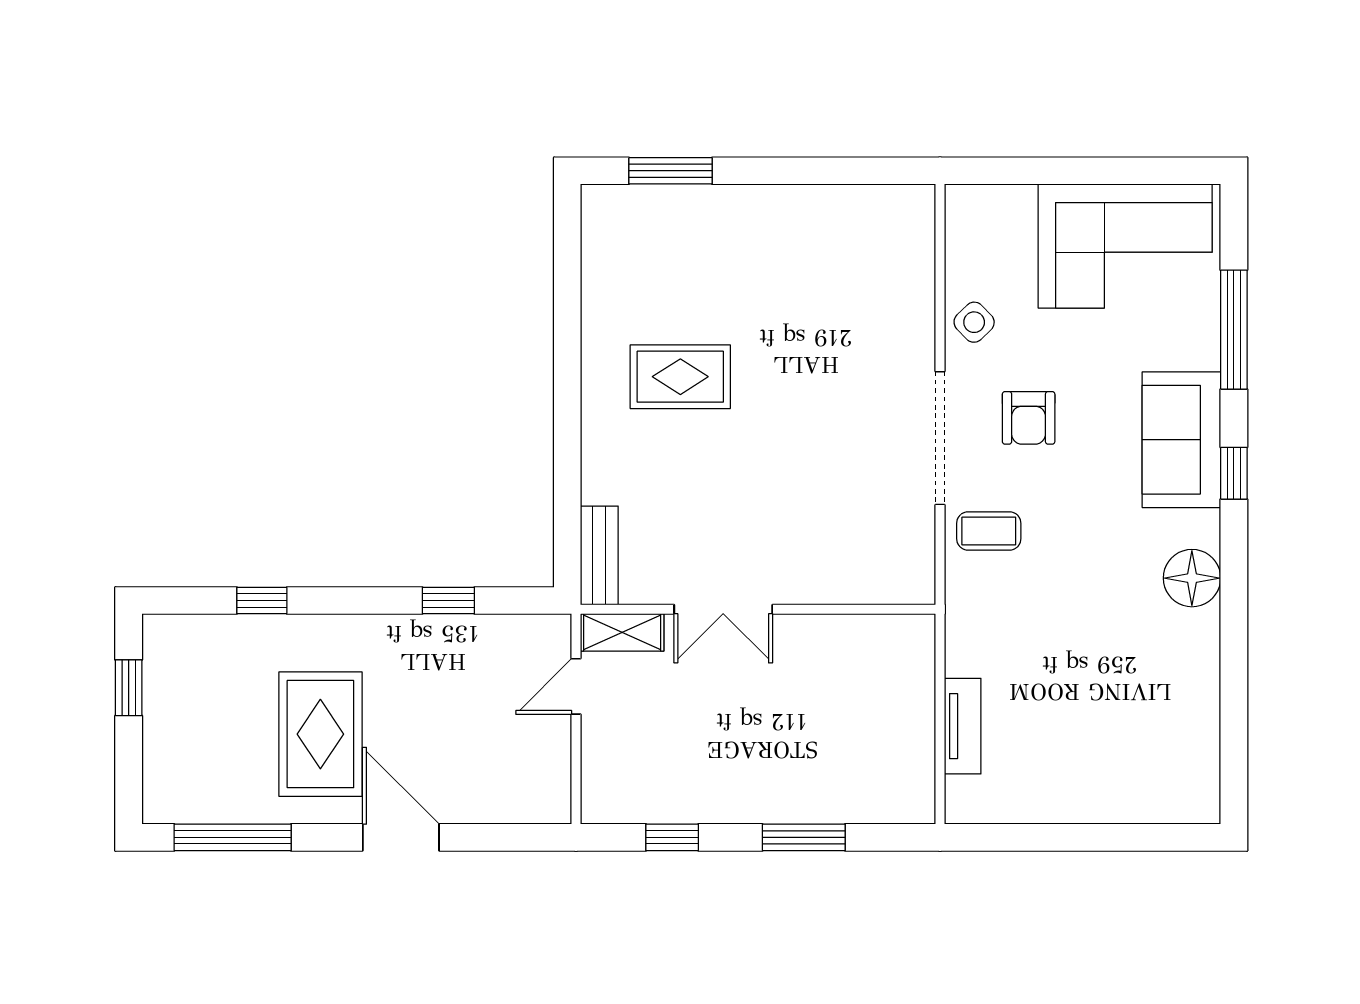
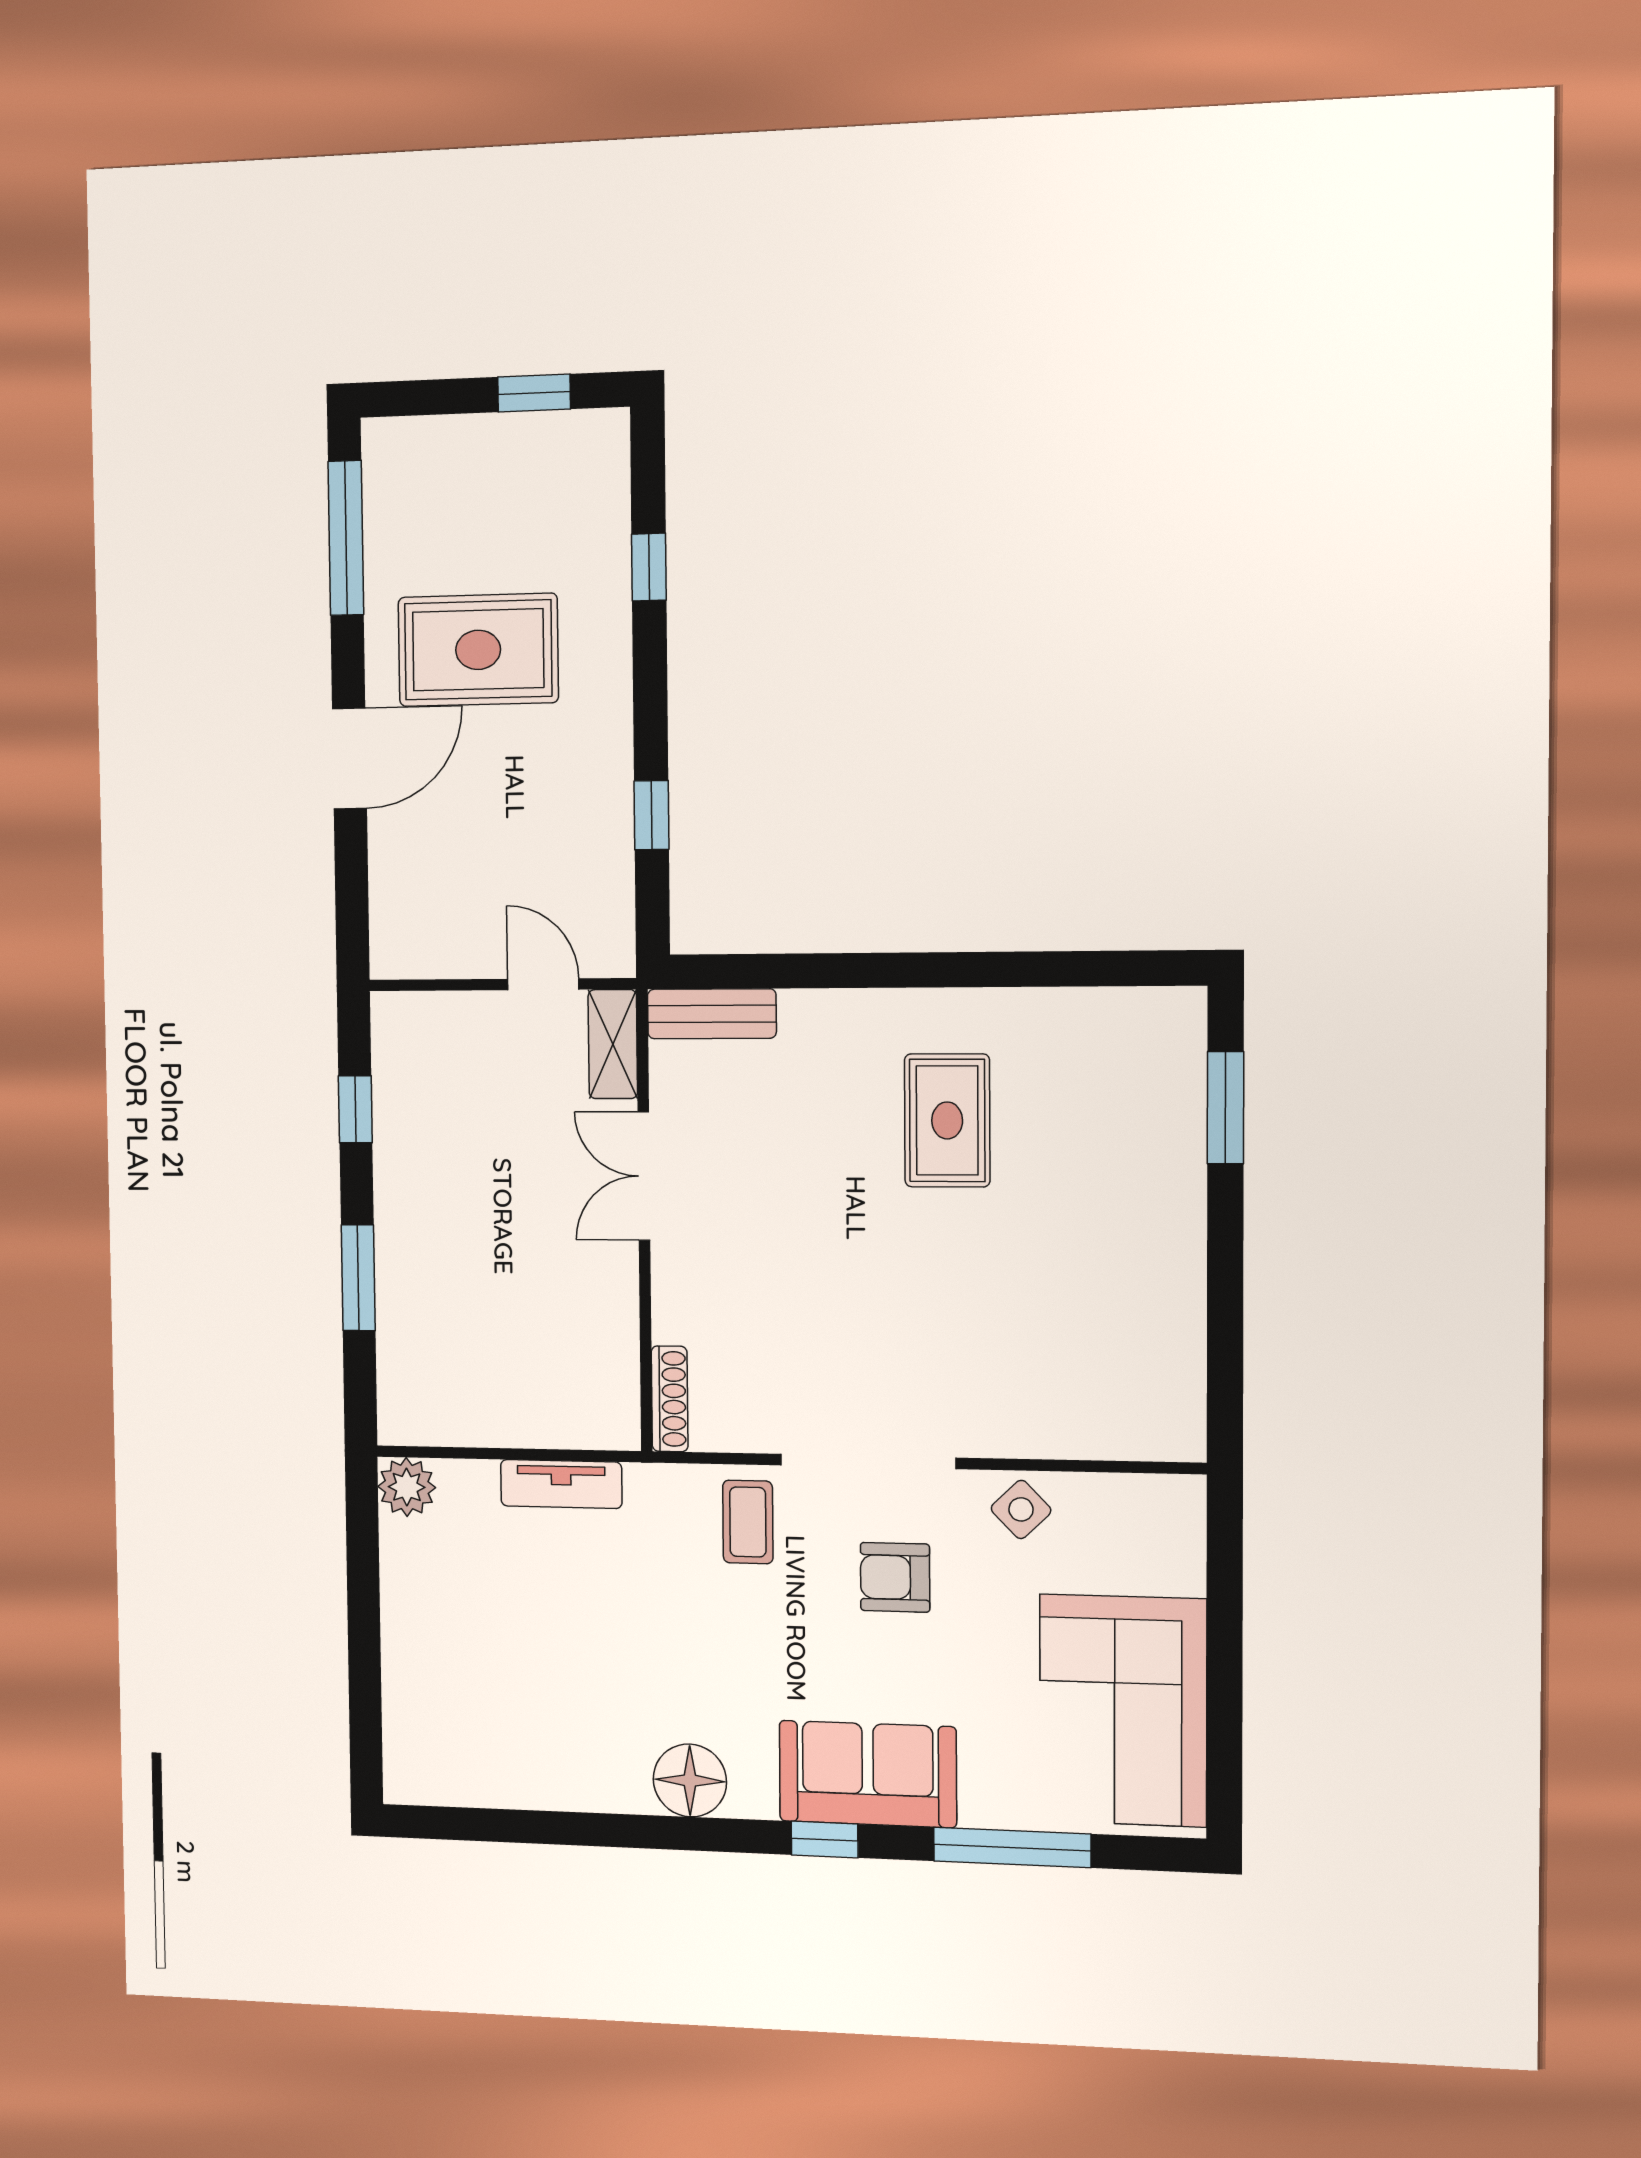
shoe rack: (895, 591) -> (670, 1399), added
tv unit: (963, 726) -> (561, 1484), moved
plant: (968, 801) -> (407, 1487), added

